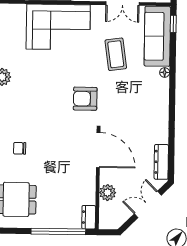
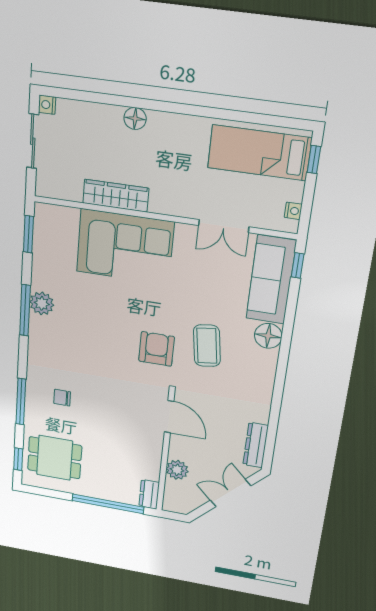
coffee table: (116, 54) -> (207, 346), moved
floor lamp: (165, 72) -> (268, 336), width x1.89, depth x1.89
armchair: (85, 99) -> (157, 349), turned 90
door: (98, 150) -> (169, 417), width x0.73

